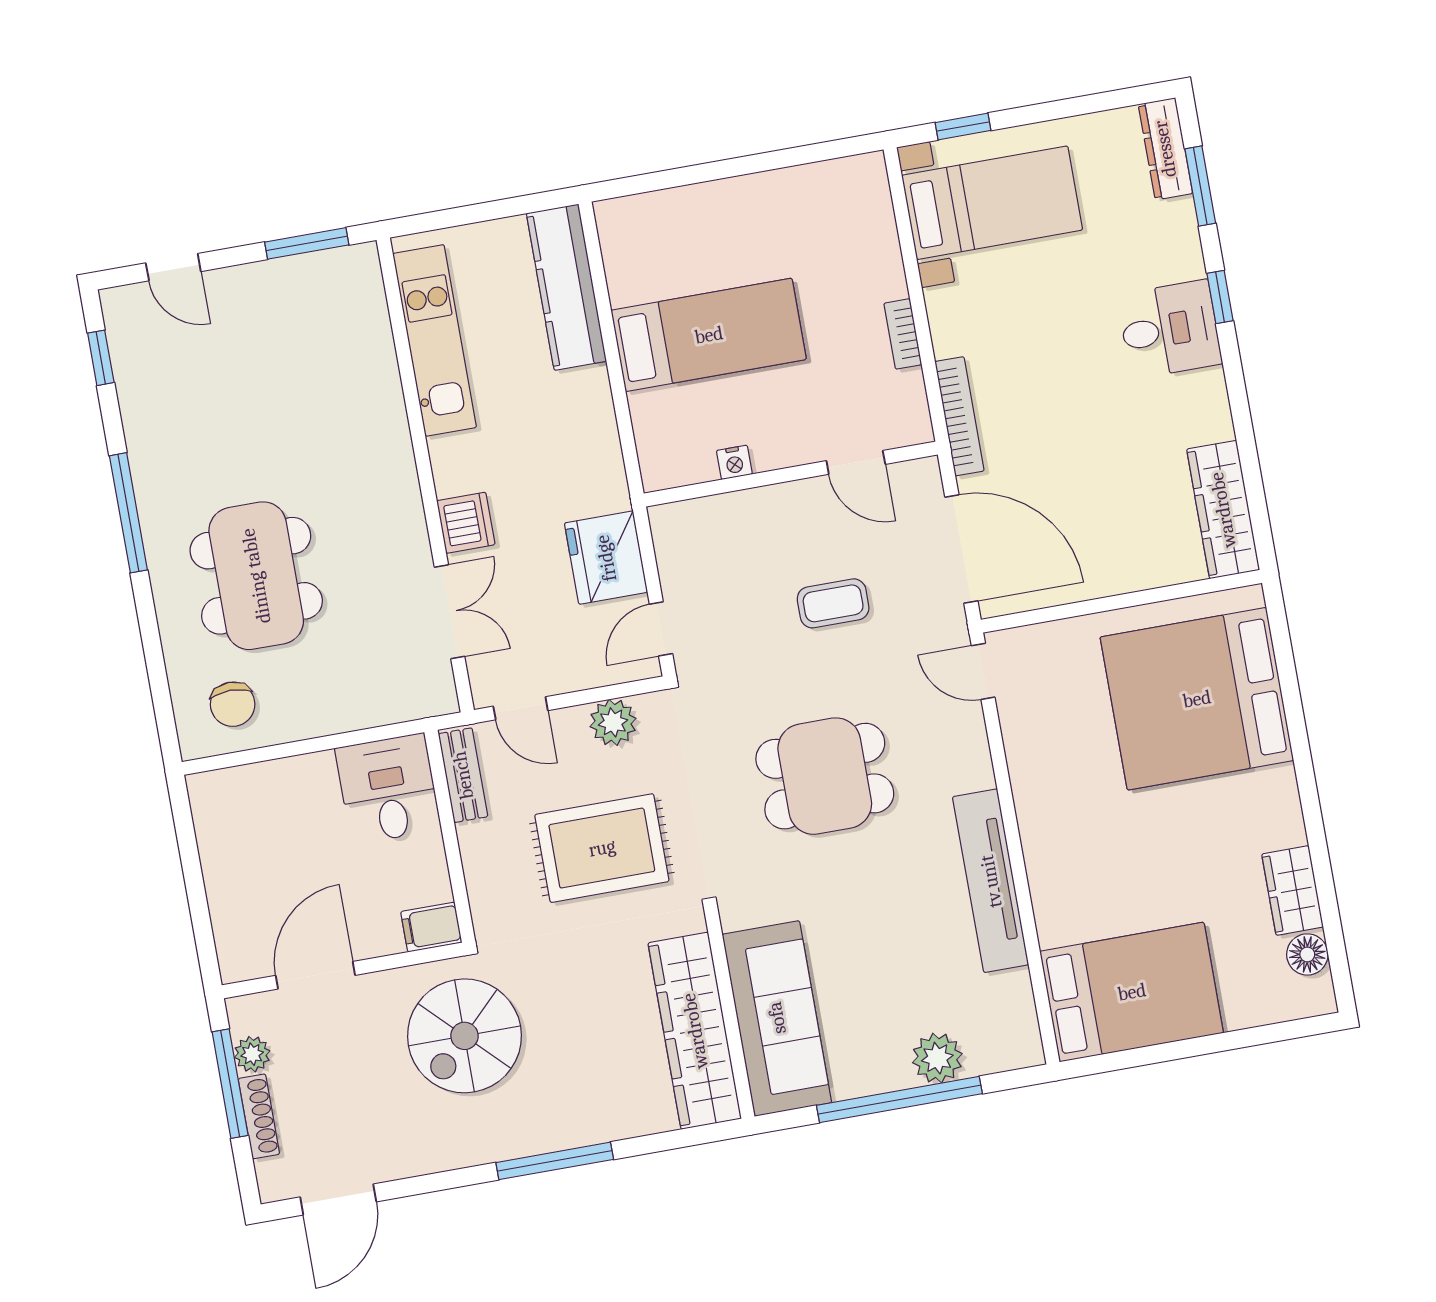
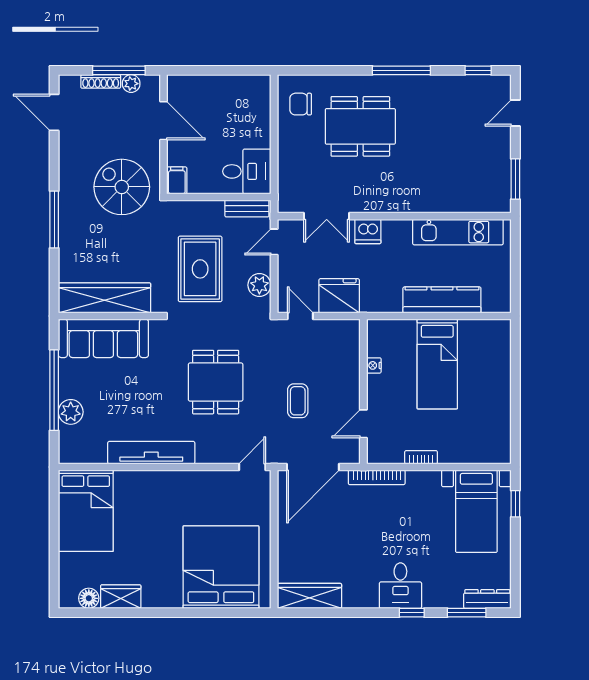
kitchen counter: (566, 287) -> (442, 300), moved

